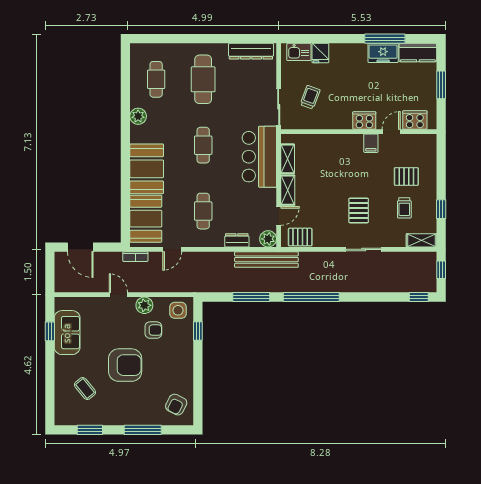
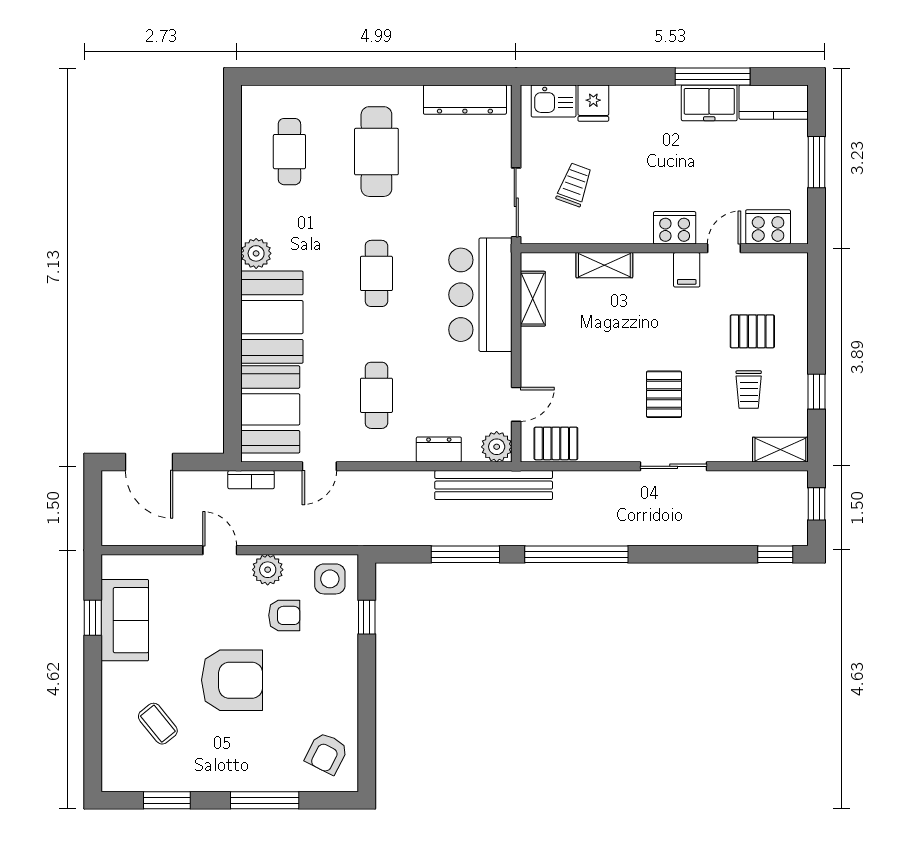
plant: (138, 116) -> (256, 253), moved
shelving: (288, 190) -> (604, 265), moved, turned 90

